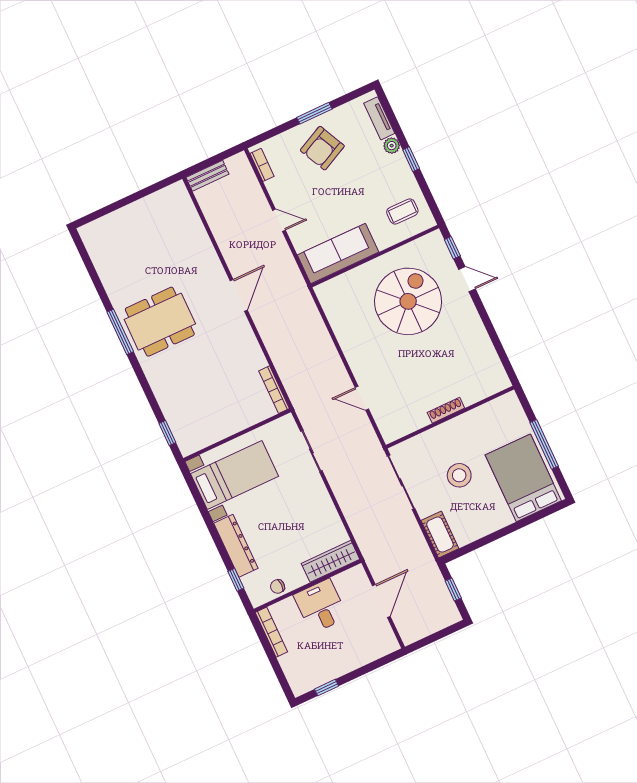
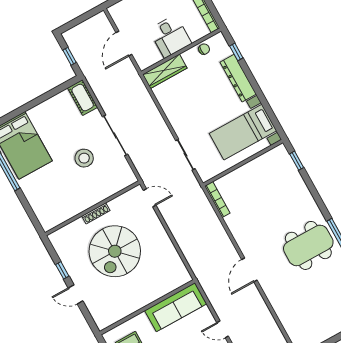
window: (452, 248) -> (62, 270), moved
spiral stairs: (408, 301) -> (115, 251), moved
shoe rack: (446, 410) -> (96, 213), moved
wall: (450, 417) -> (92, 208), moved
stool: (459, 475) -> (84, 158), moved

